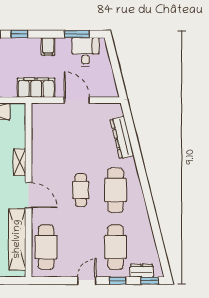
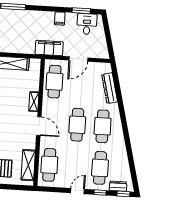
window: (19, 34) -> (39, 8), removed
door: (77, 100) -> (78, 59), swing flipped
cafe table: (46, 133) -> (54, 82), added
cafe table: (81, 190) -> (77, 125), width x1.37, depth x1.35
shelving: (17, 239) -> (28, 165), width x0.68

